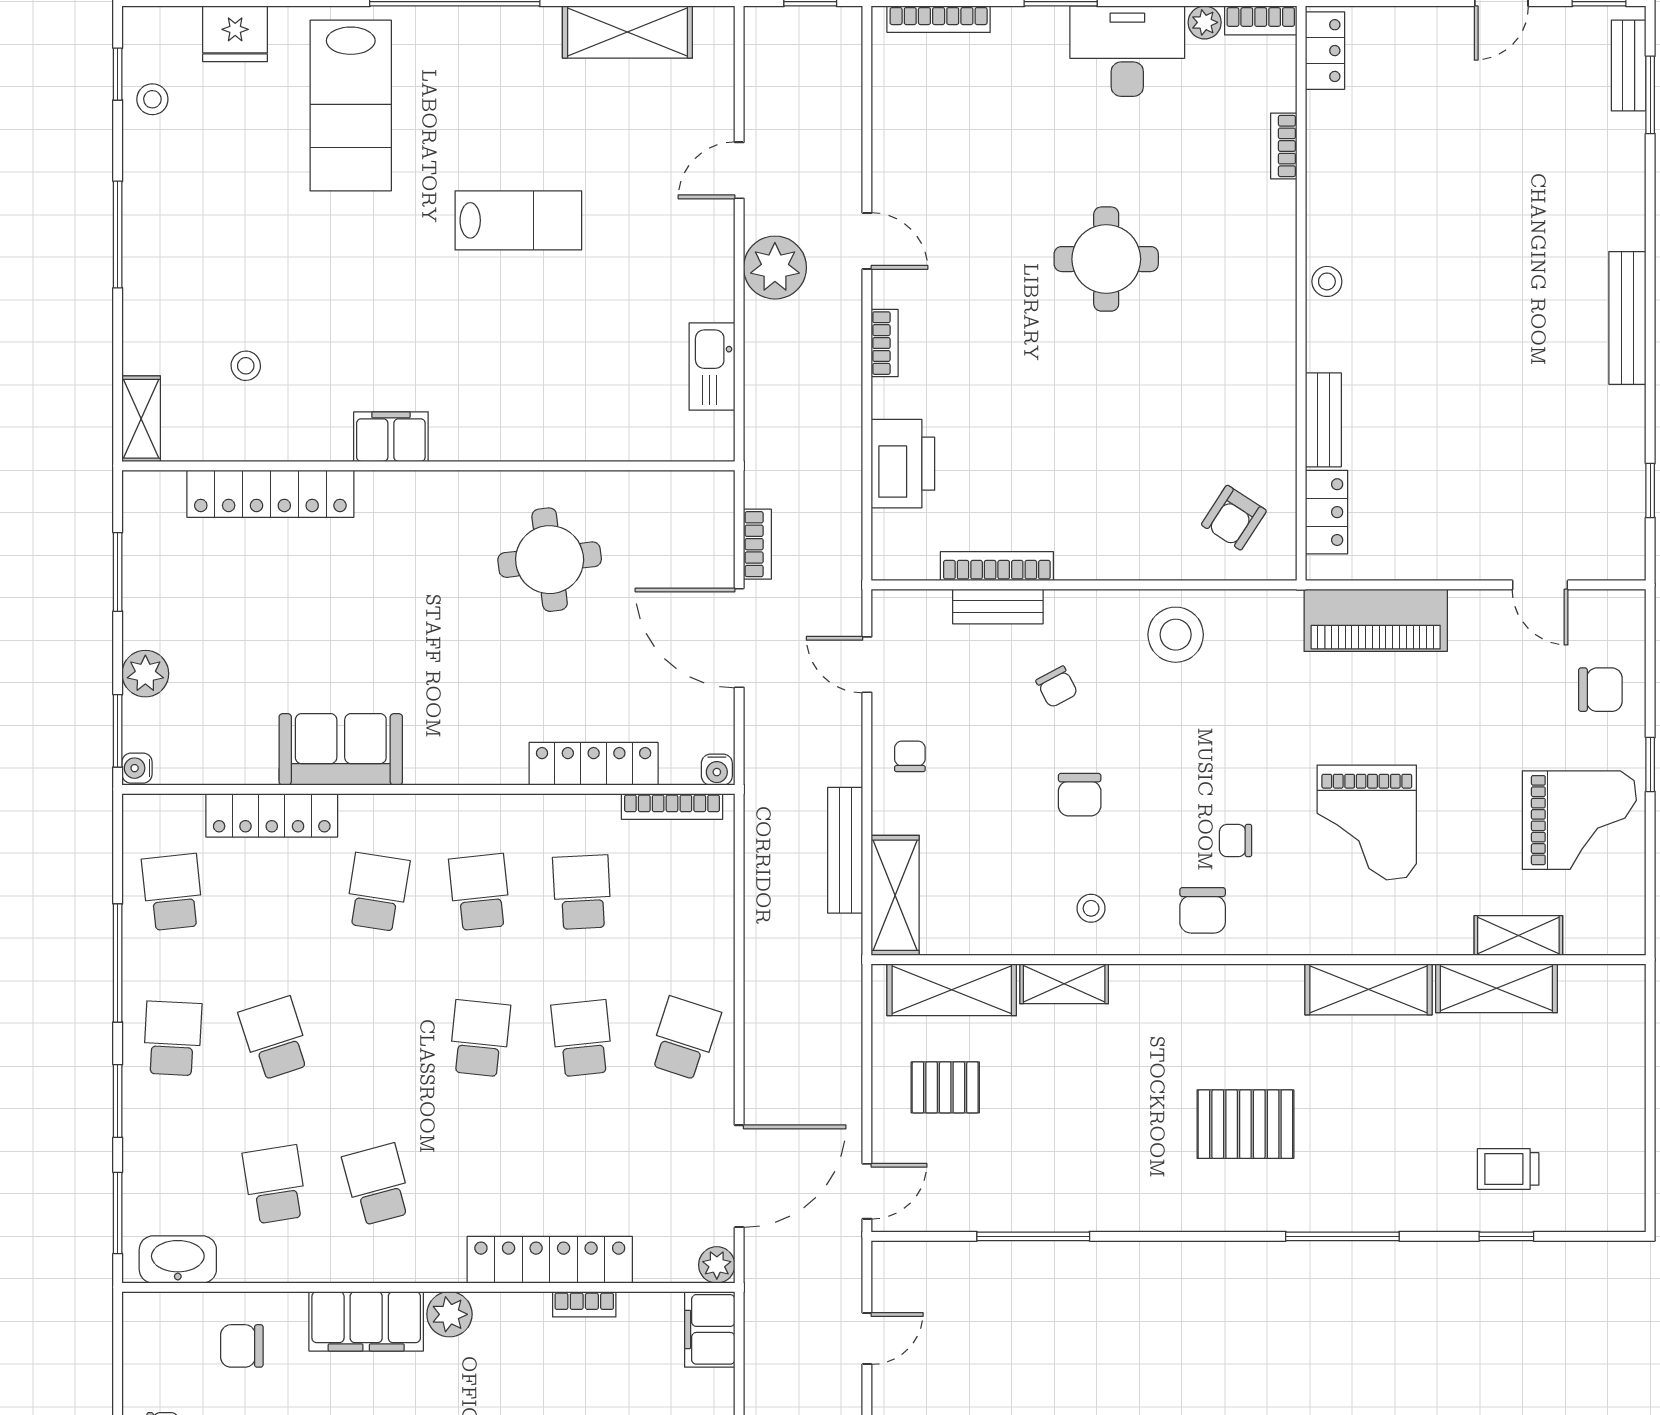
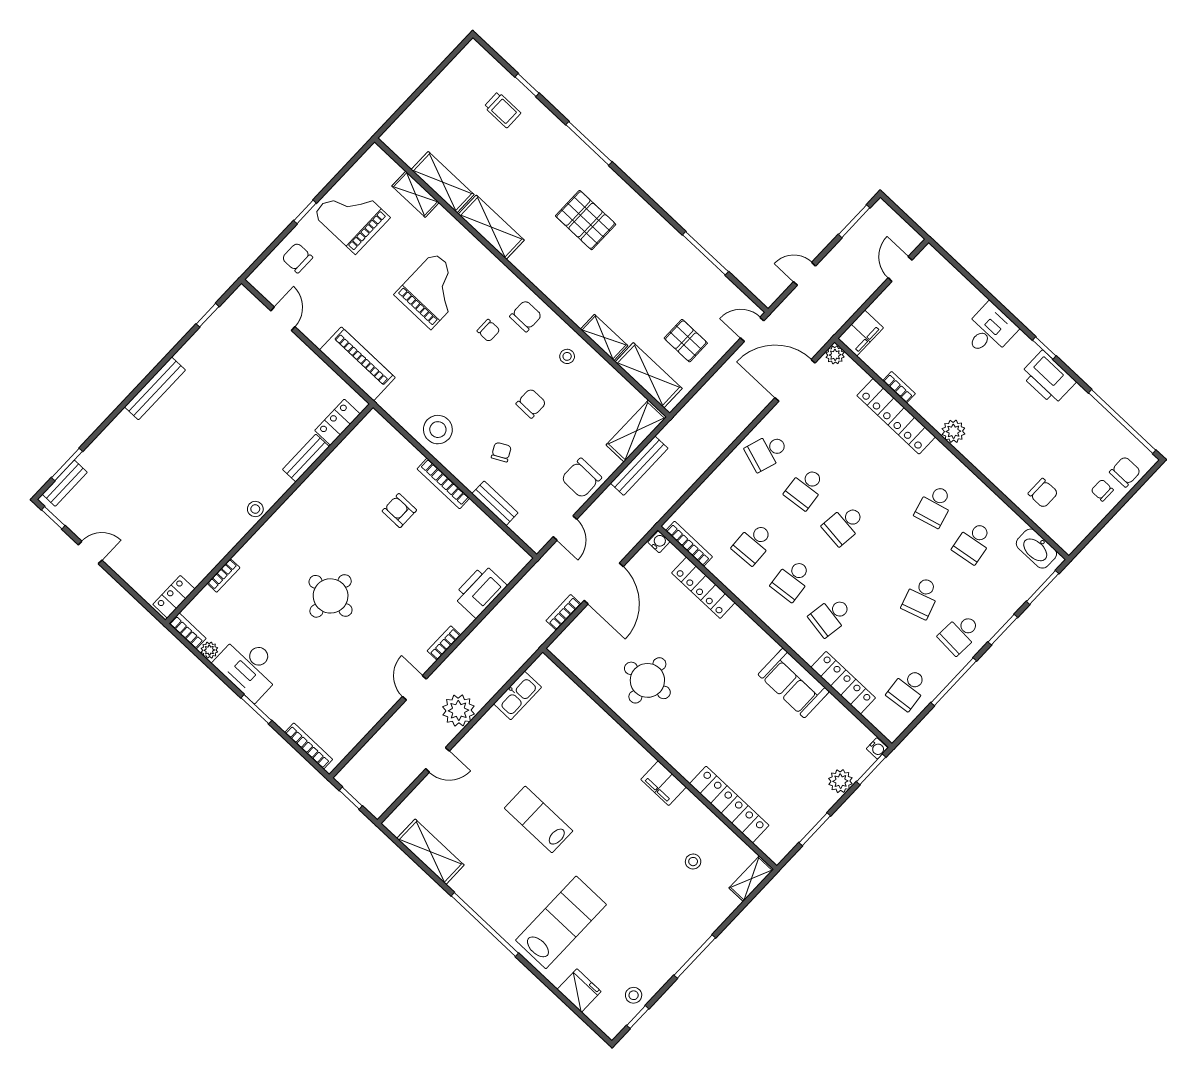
armchair: (1234, 518) -> (399, 511), moved, turned -123
bookcase: (997, 566) -> (443, 483), moved
chair: (910, 756) -> (581, 478), width x1.87, depth x1.87
filing cabinet: (366, 1321) -> (987, 458), removed

